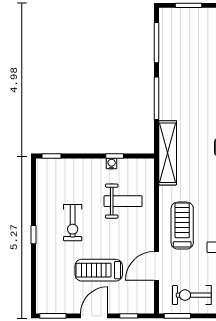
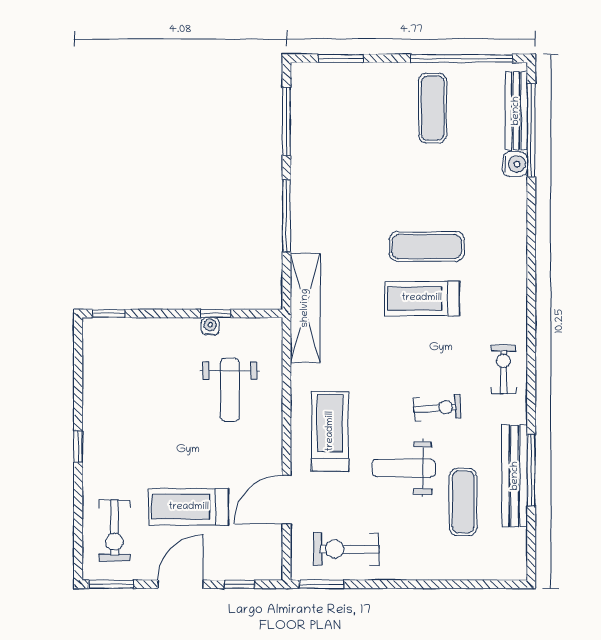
weight bench: (123, 201) -> (230, 390), turned 90
exercise bike: (73, 223) -> (114, 531), moved

